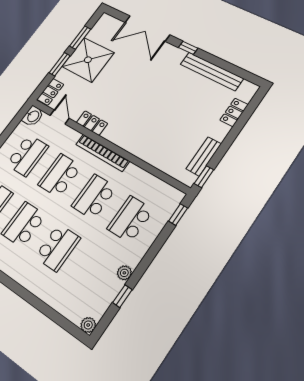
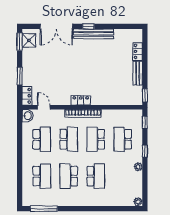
window: (80, 38) -> (20, 42), moved
shower: (88, 60) -> (29, 40), moved, width x0.54, depth x0.54
bench: (212, 71) -> (94, 34), moved
locker: (92, 123) -> (81, 100), moved
bench: (204, 156) -> (138, 73), moved
school desk: (60, 175) -> (69, 139), turned 180
window: (122, 296) -> (145, 151), moved

